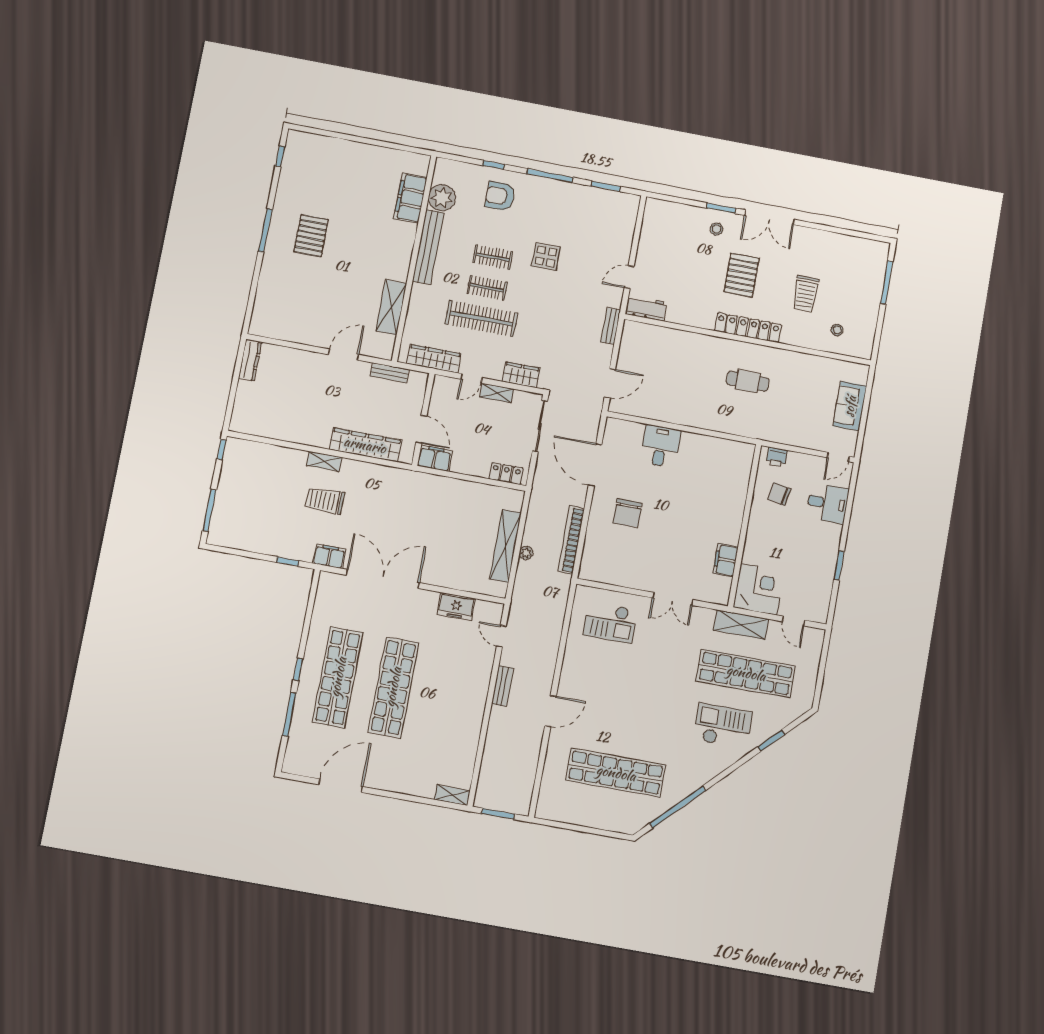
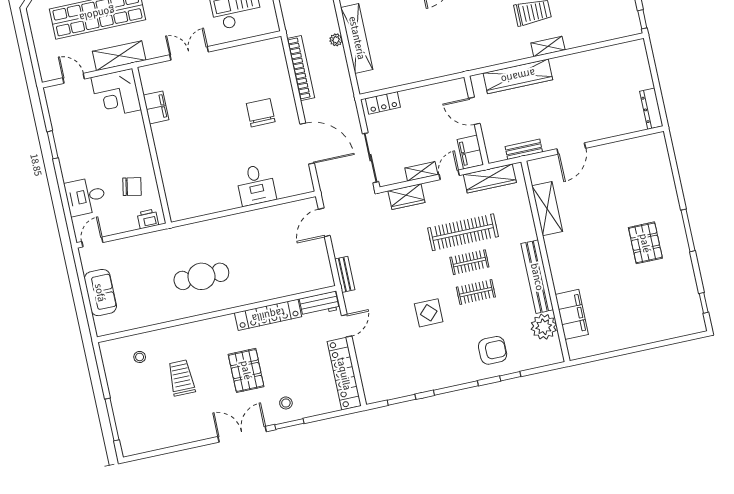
locker: (650, 233) -> (344, 374), added
locker: (748, 328) -> (268, 315), moved
cafe table: (748, 381) -> (201, 276), width x1.37, depth x1.35
filing cabinet: (435, 458) -> (470, 152), moved, turned 90

